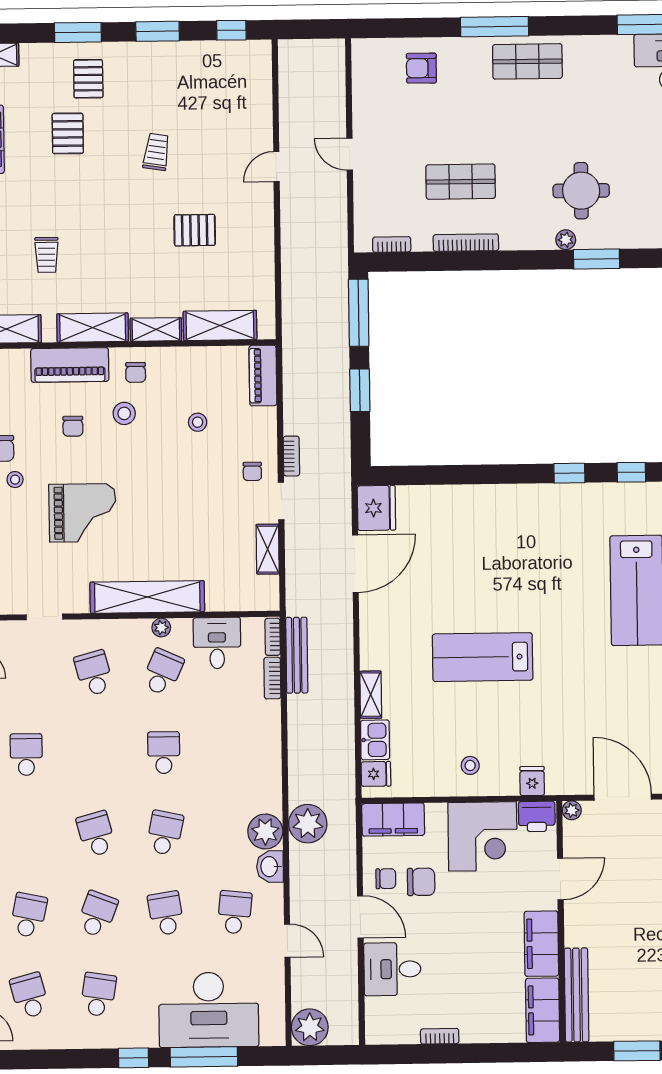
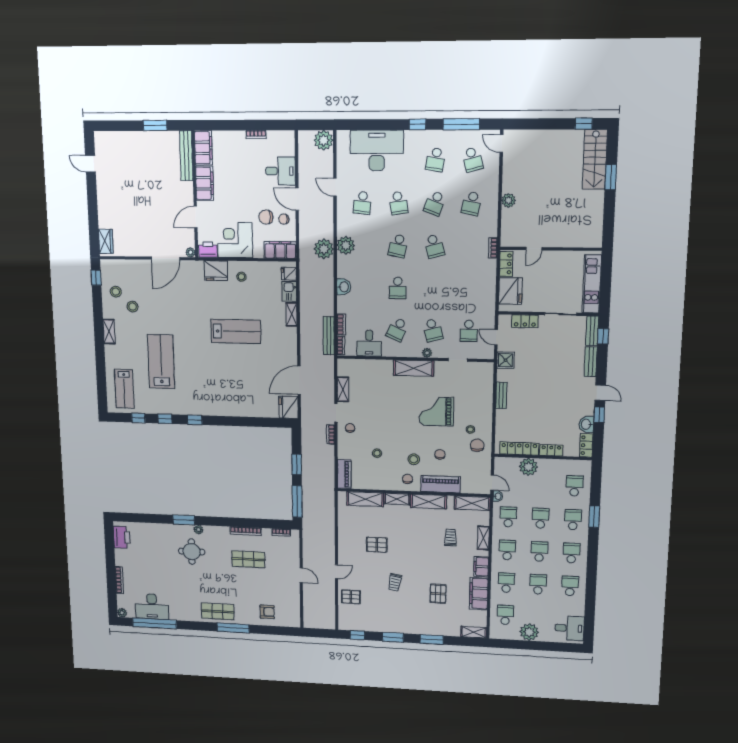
pallet: (88, 79) -> (351, 597), moved, turned 90
shelving: (147, 597) -> (414, 368), width x0.68
plant: (161, 628) -> (427, 353), moved
school desk: (26, 755) -> (469, 331), moved
fridge: (532, 781) -> (216, 271), width x1.88, depth x1.34
door: (623, 797) -> (165, 258), hinge flipped
washbasin: (270, 867) -> (344, 287), moved
window: (204, 1057) -> (461, 124), moved

